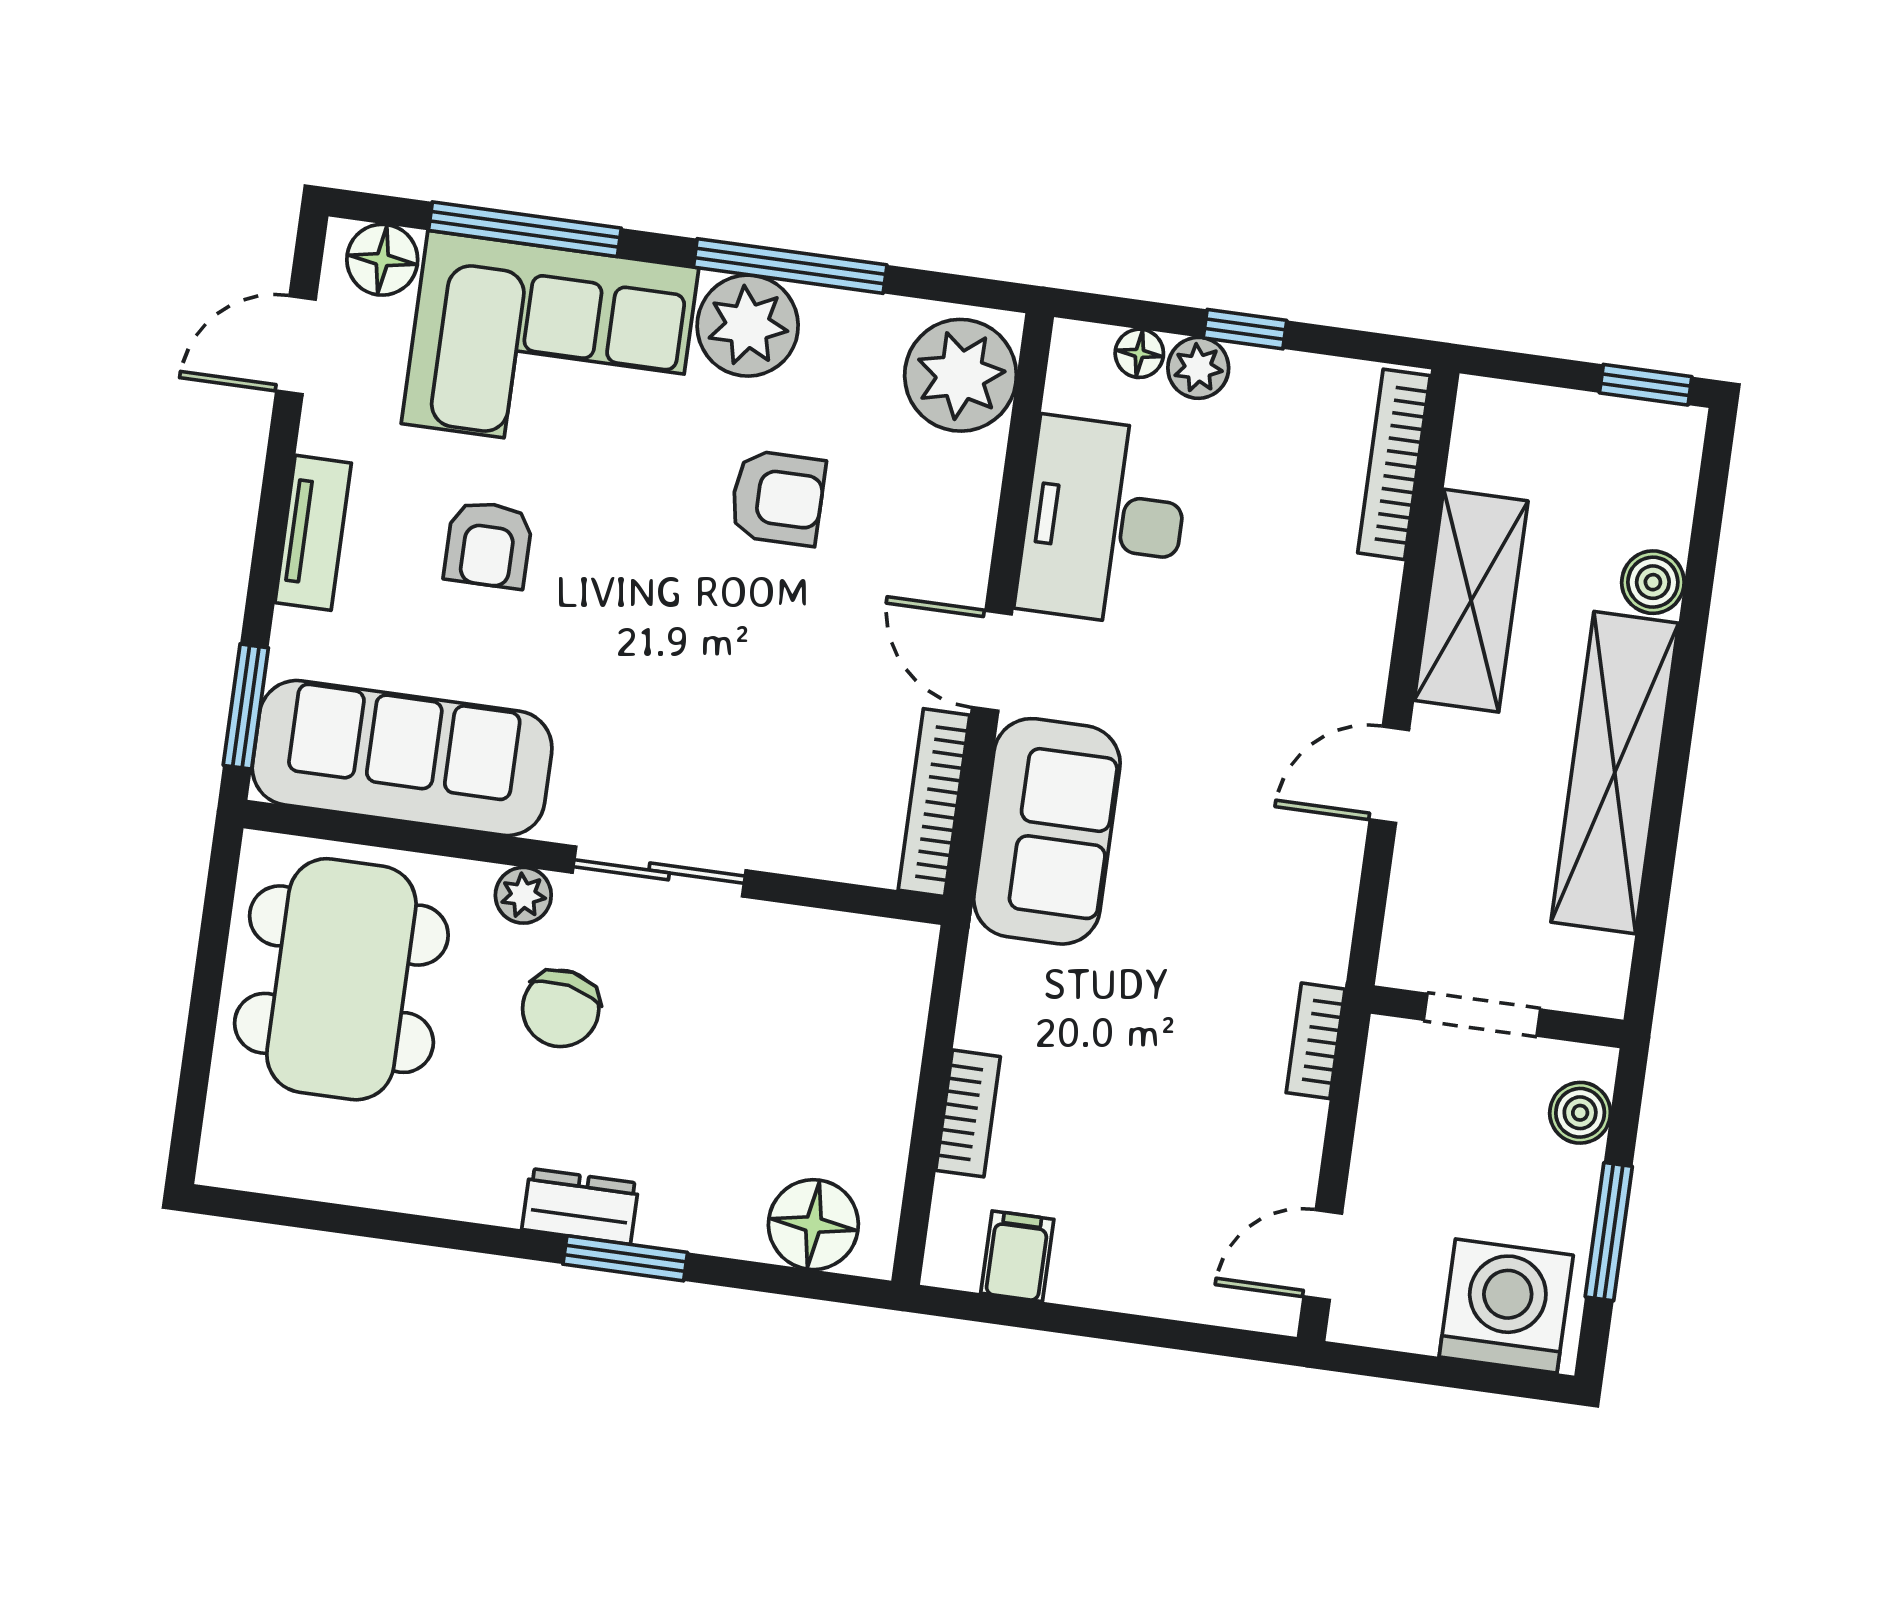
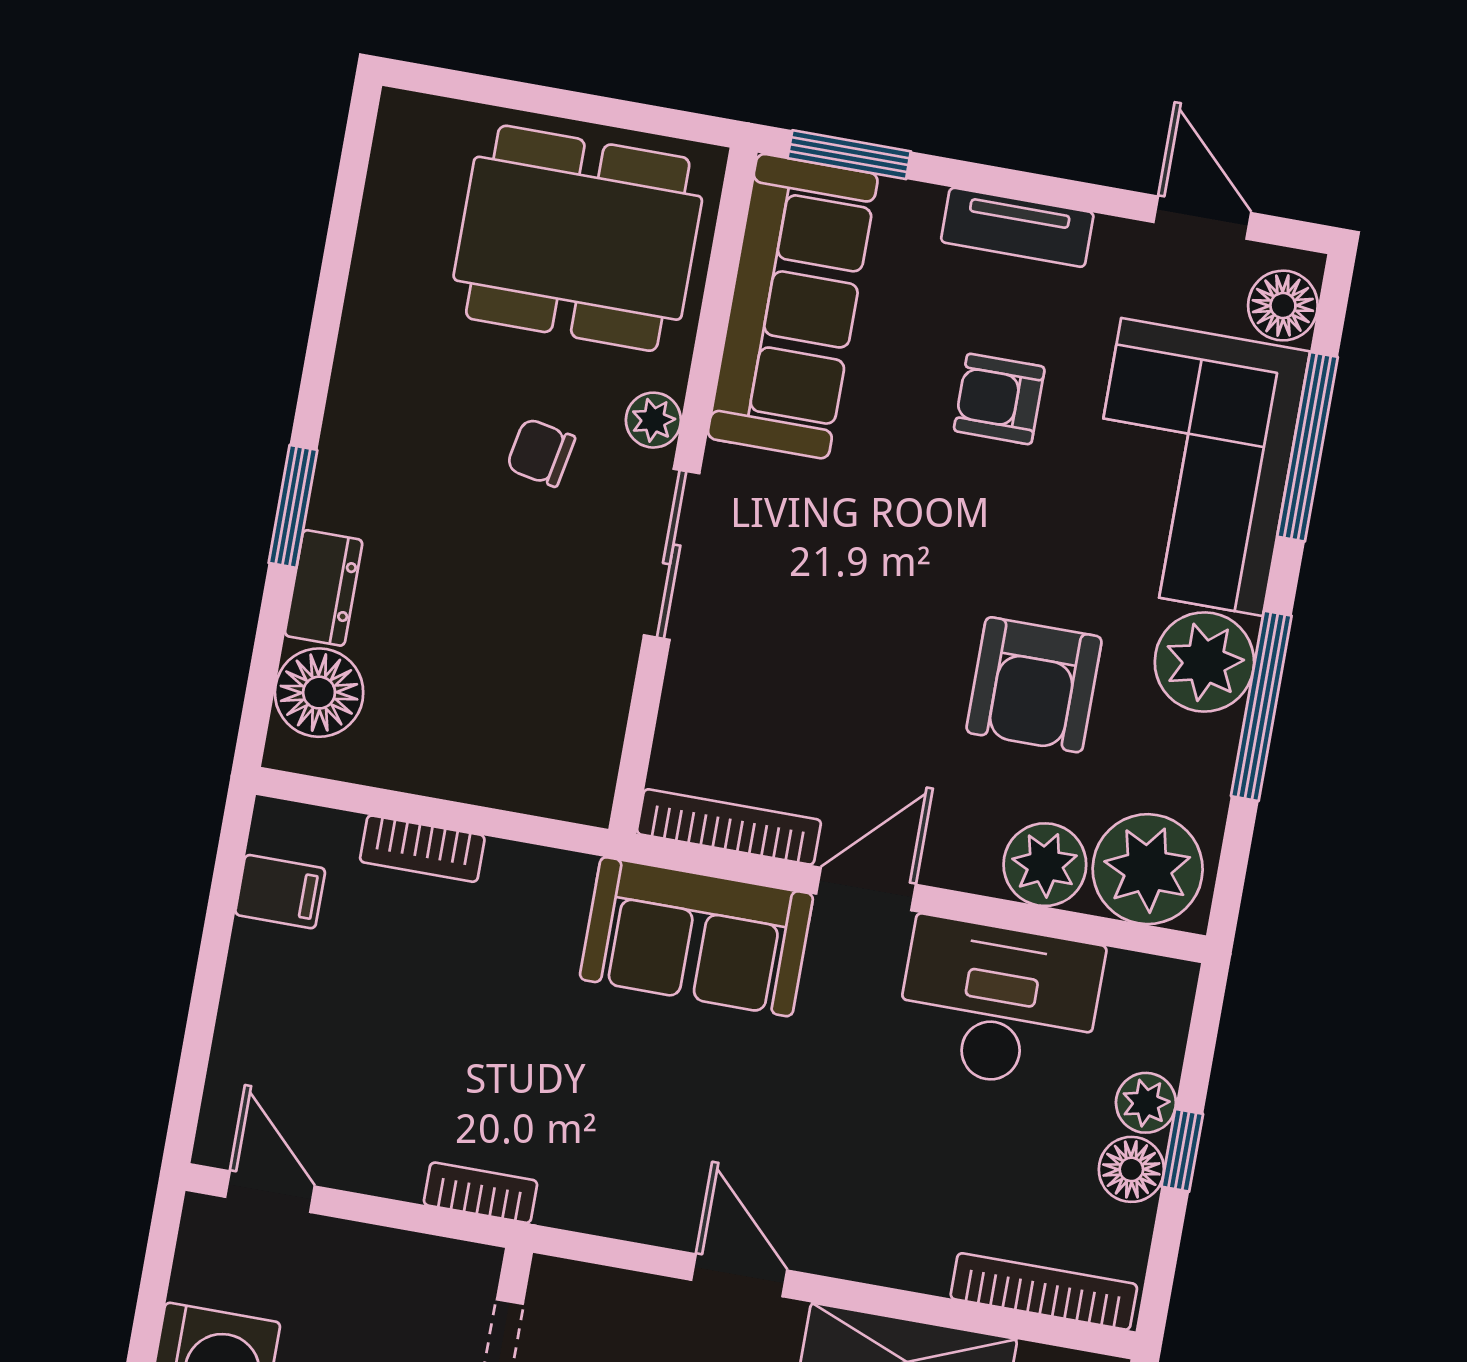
floor lamp: (1139, 353) -> (1131, 1169), moved, width x1.37, depth x1.37
plant: (960, 480) -> (1045, 865), added
armchair: (778, 498) -> (1034, 685), width x1.38, depth x1.38
chair: (561, 1009) -> (541, 453), width x0.73, depth x0.73
dresser: (580, 1206) -> (324, 588), moved

